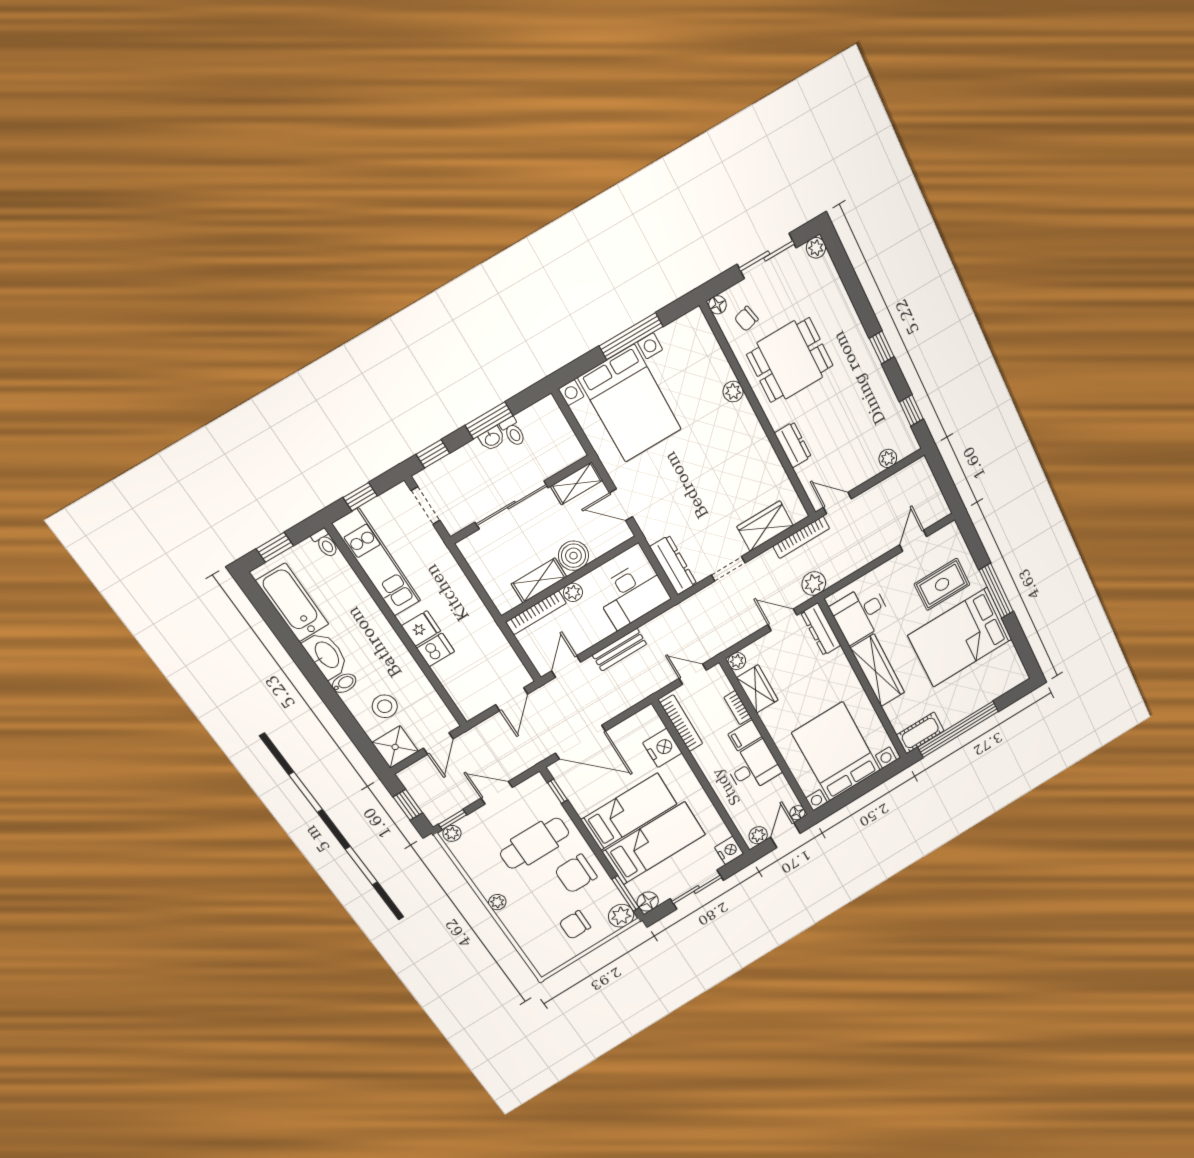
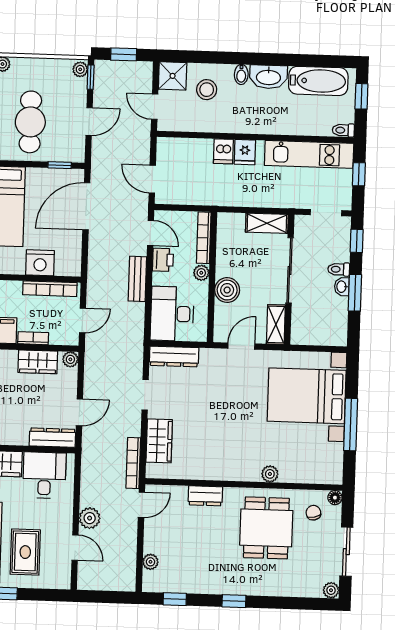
toilet: (513, 432) -> (339, 269), moved
shelving: (539, 580) -> (267, 223), moved, turned 90
plant: (814, 584) -> (90, 518), moved
printer: (585, 638) -> (163, 260), added

